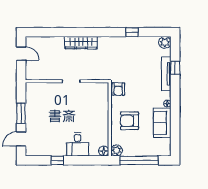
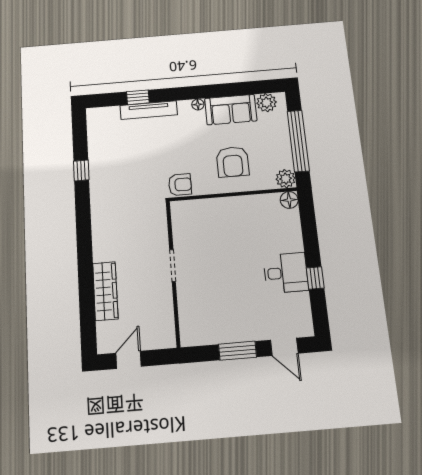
plant: (165, 42) -> (267, 103), moved
wardrobe: (81, 43) -> (105, 291), moved
desk: (78, 144) -> (286, 273), moved

